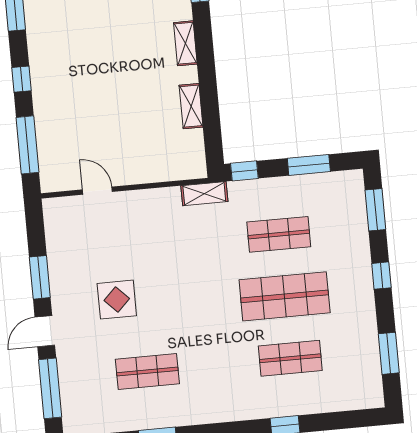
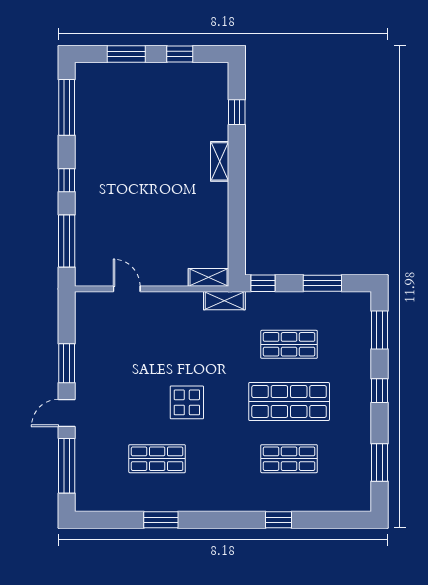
shelving: (191, 106) -> (208, 277), moved, turned 90
display table: (117, 300) -> (187, 402), moved

